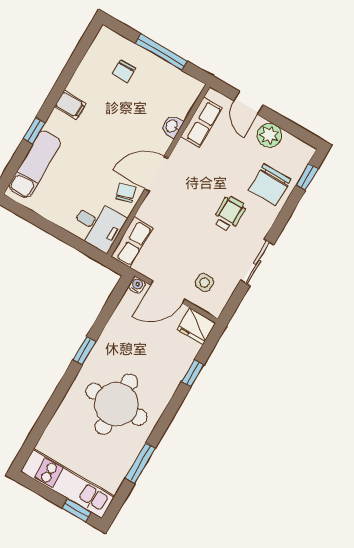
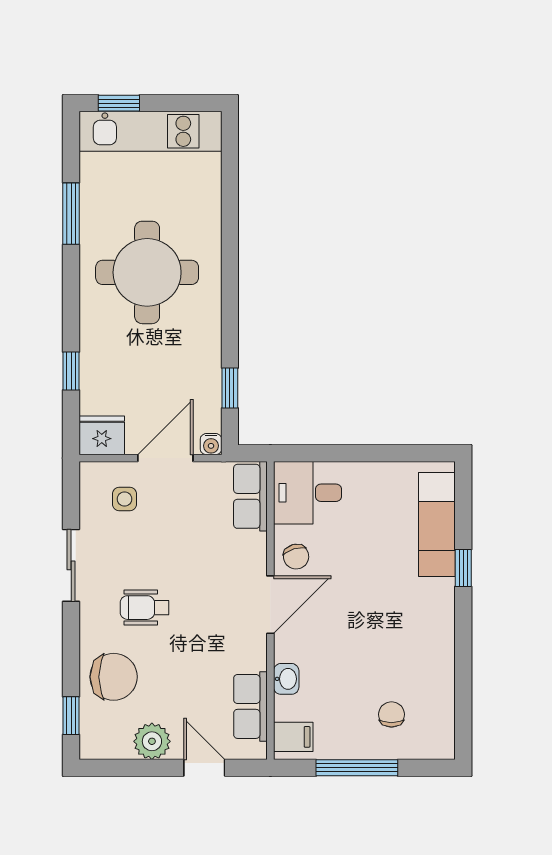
filing cabinet: (70, 105) -> (293, 737), moved, turned 180
chair: (270, 185) -> (114, 677), turned 90
wheelchair: (229, 214) -> (145, 608), turned 90
window: (84, 351) -> (230, 388), moved

